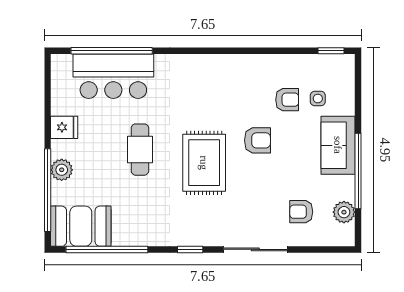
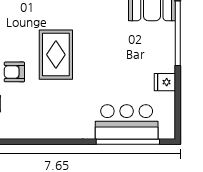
cafe table: (140, 150) -> (106, 65), removed
plant: (62, 170) -> (167, 49), removed

